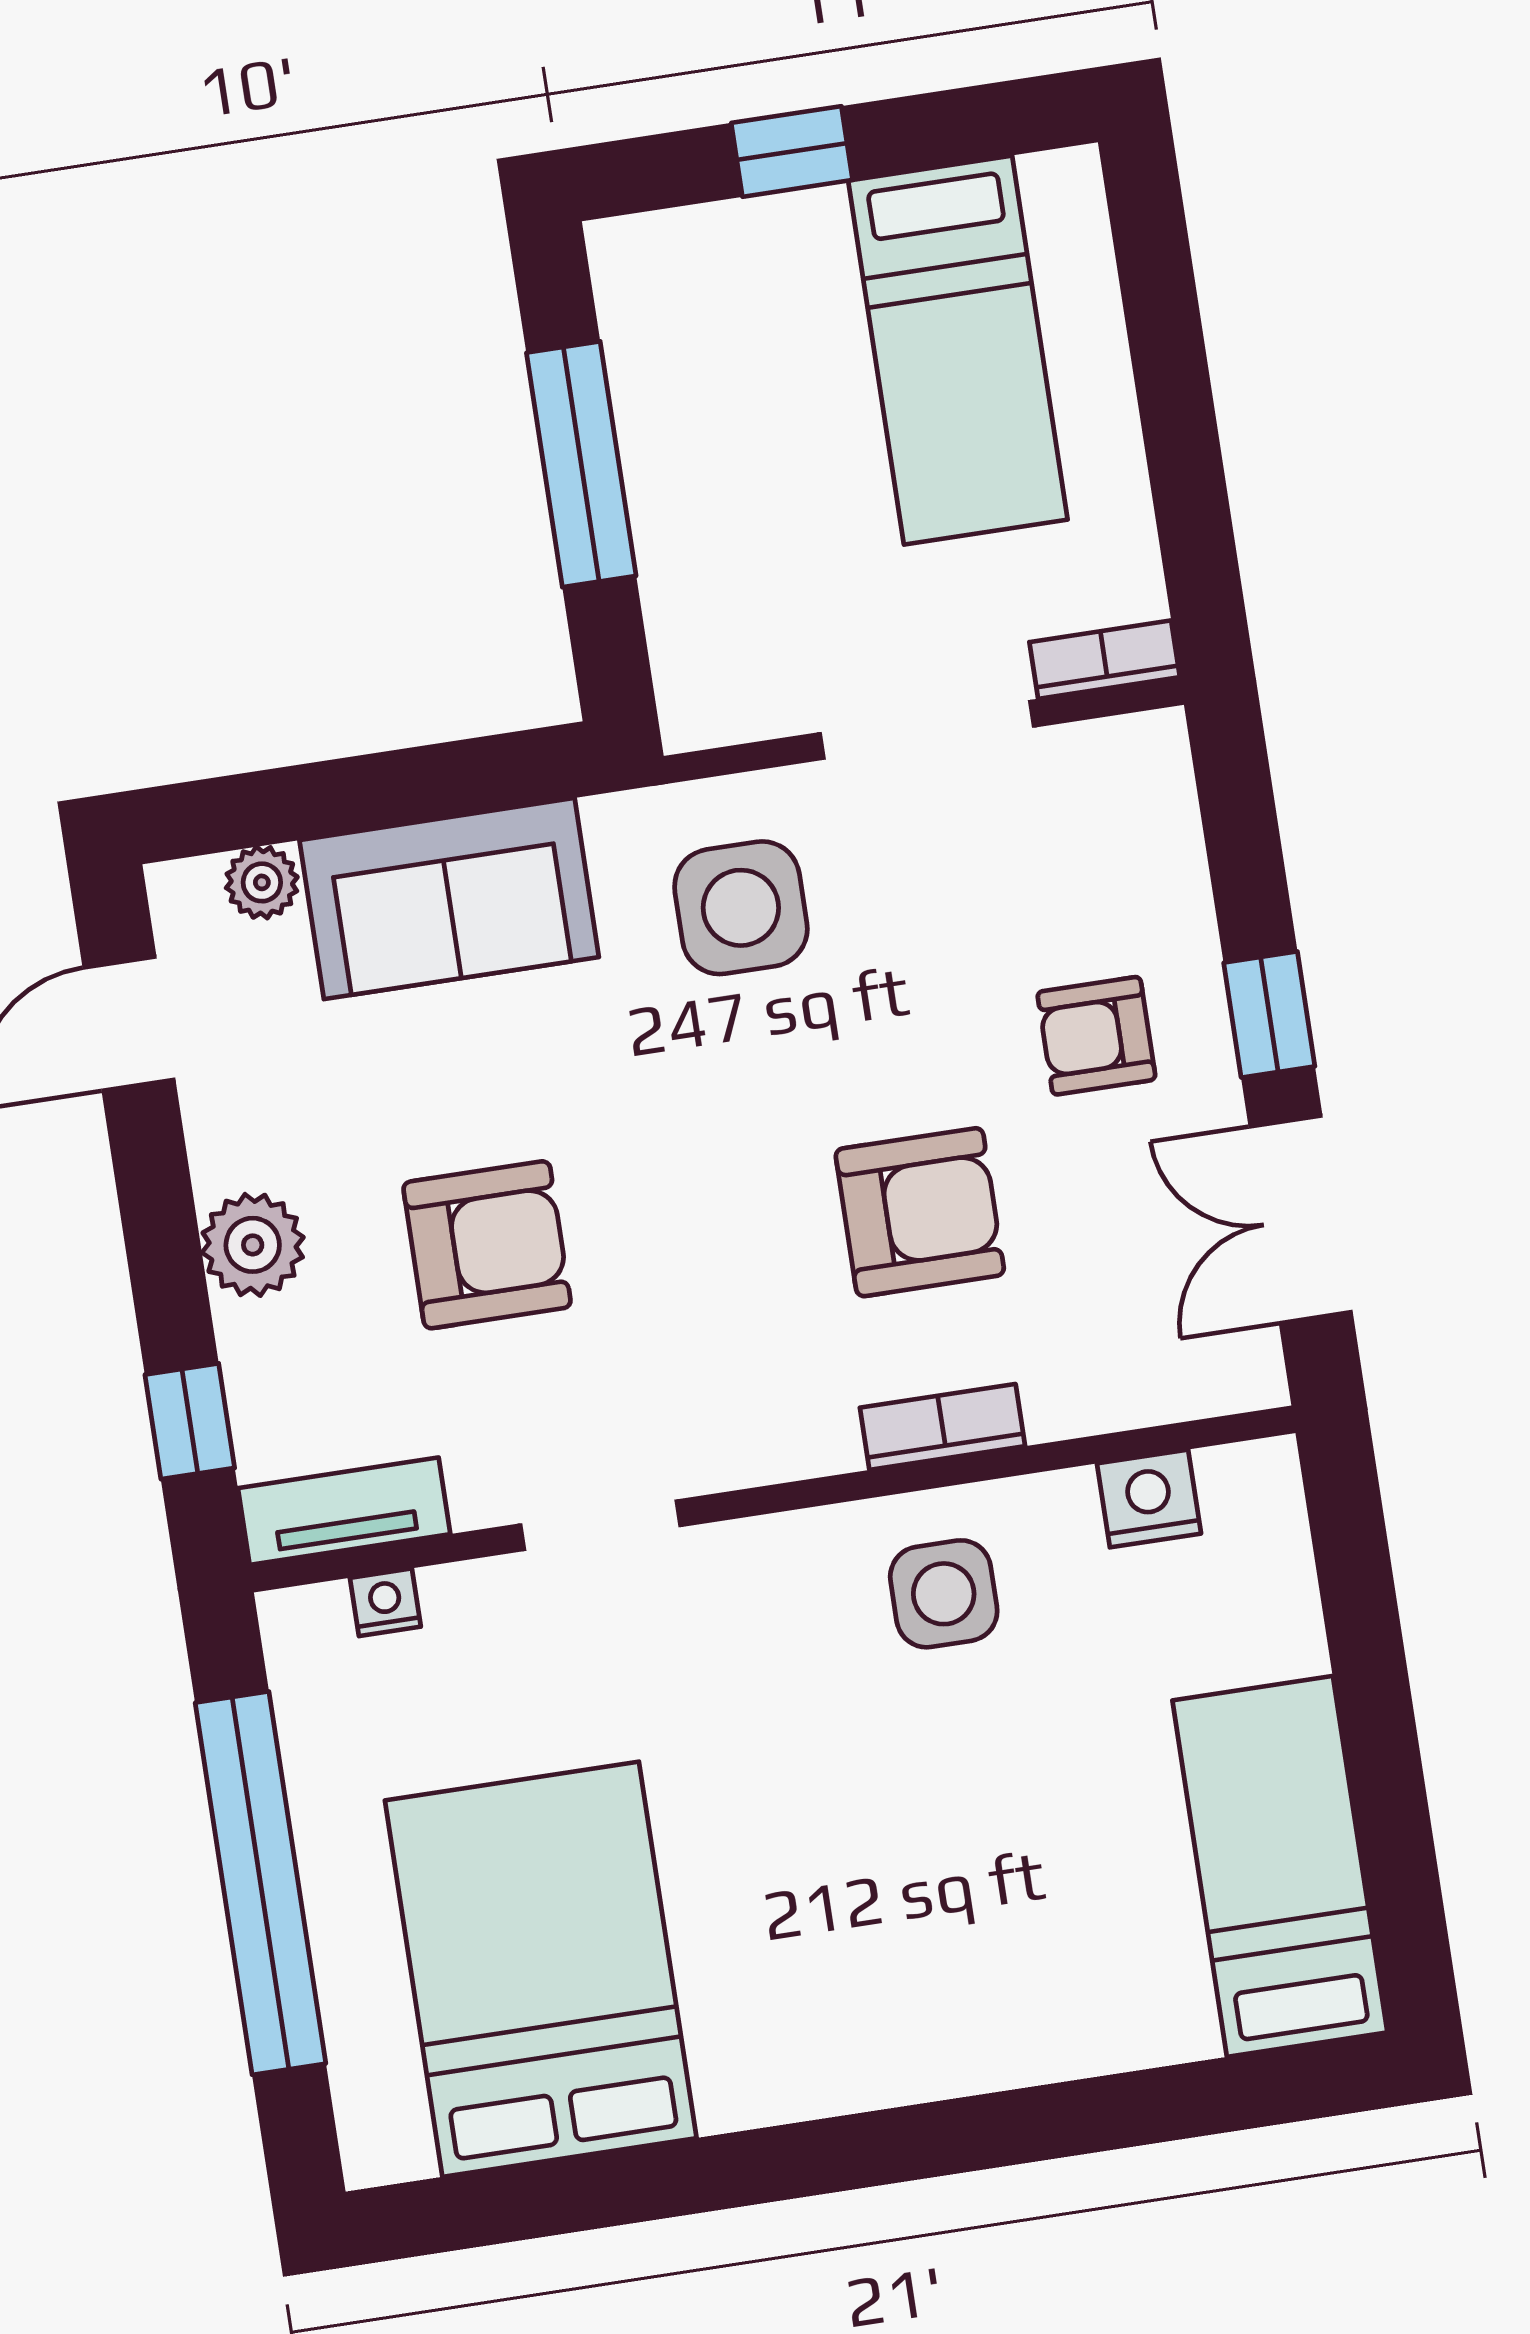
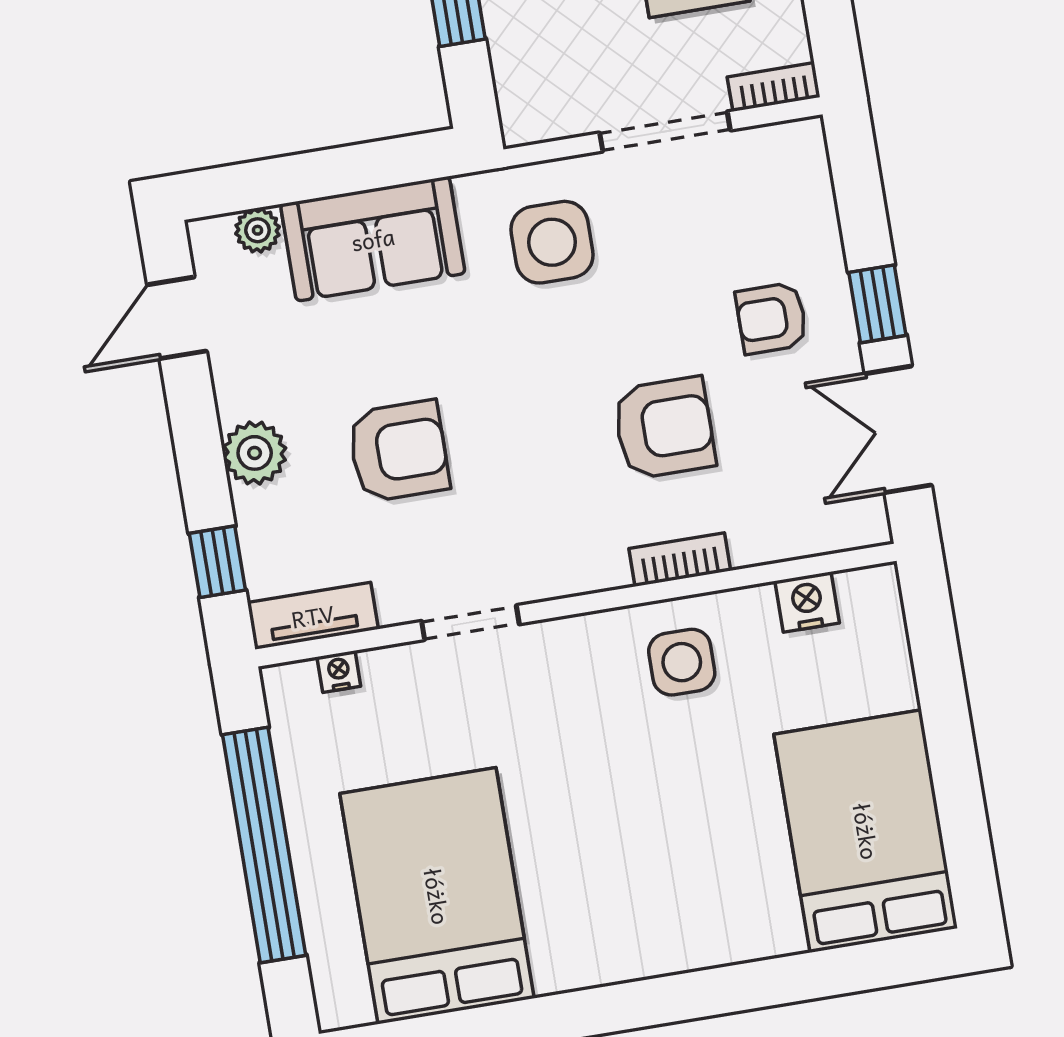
bed: (1280, 1866) -> (866, 831), width x1.50

